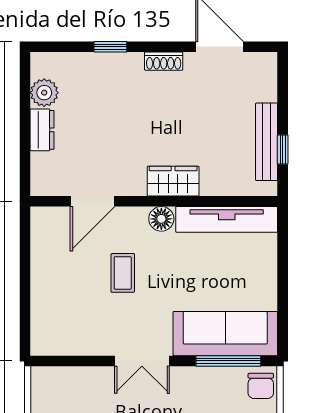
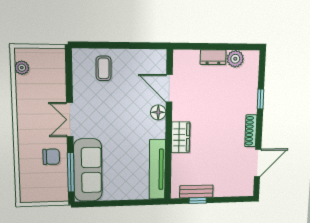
shoe rack: (164, 61) -> (251, 131), width x1.43
bench: (267, 142) -> (196, 191), width x0.73
floor lamp: (161, 219) -> (158, 112), moved
coffee table: (123, 273) -> (104, 68), moved, turned 90
chair: (261, 386) -> (51, 157), moved, turned 180

